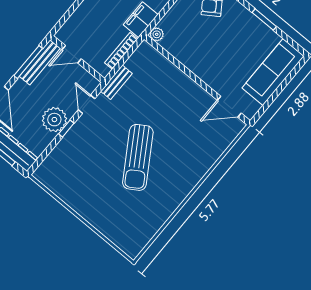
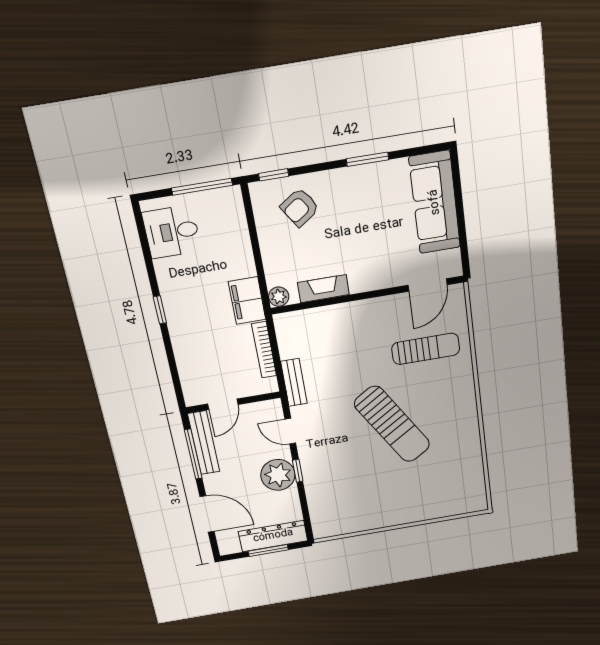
fireplace: (181, 54) -> (323, 289), added
sun lounger: (195, 137) -> (426, 349), added

